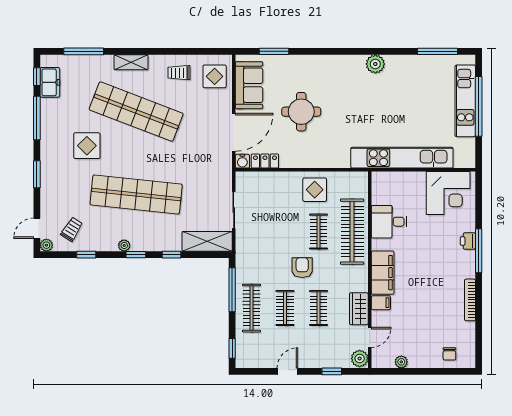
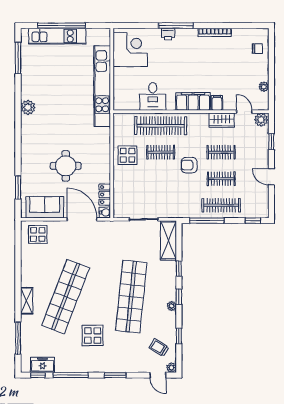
trolley: (179, 73) -> (35, 263), removed

